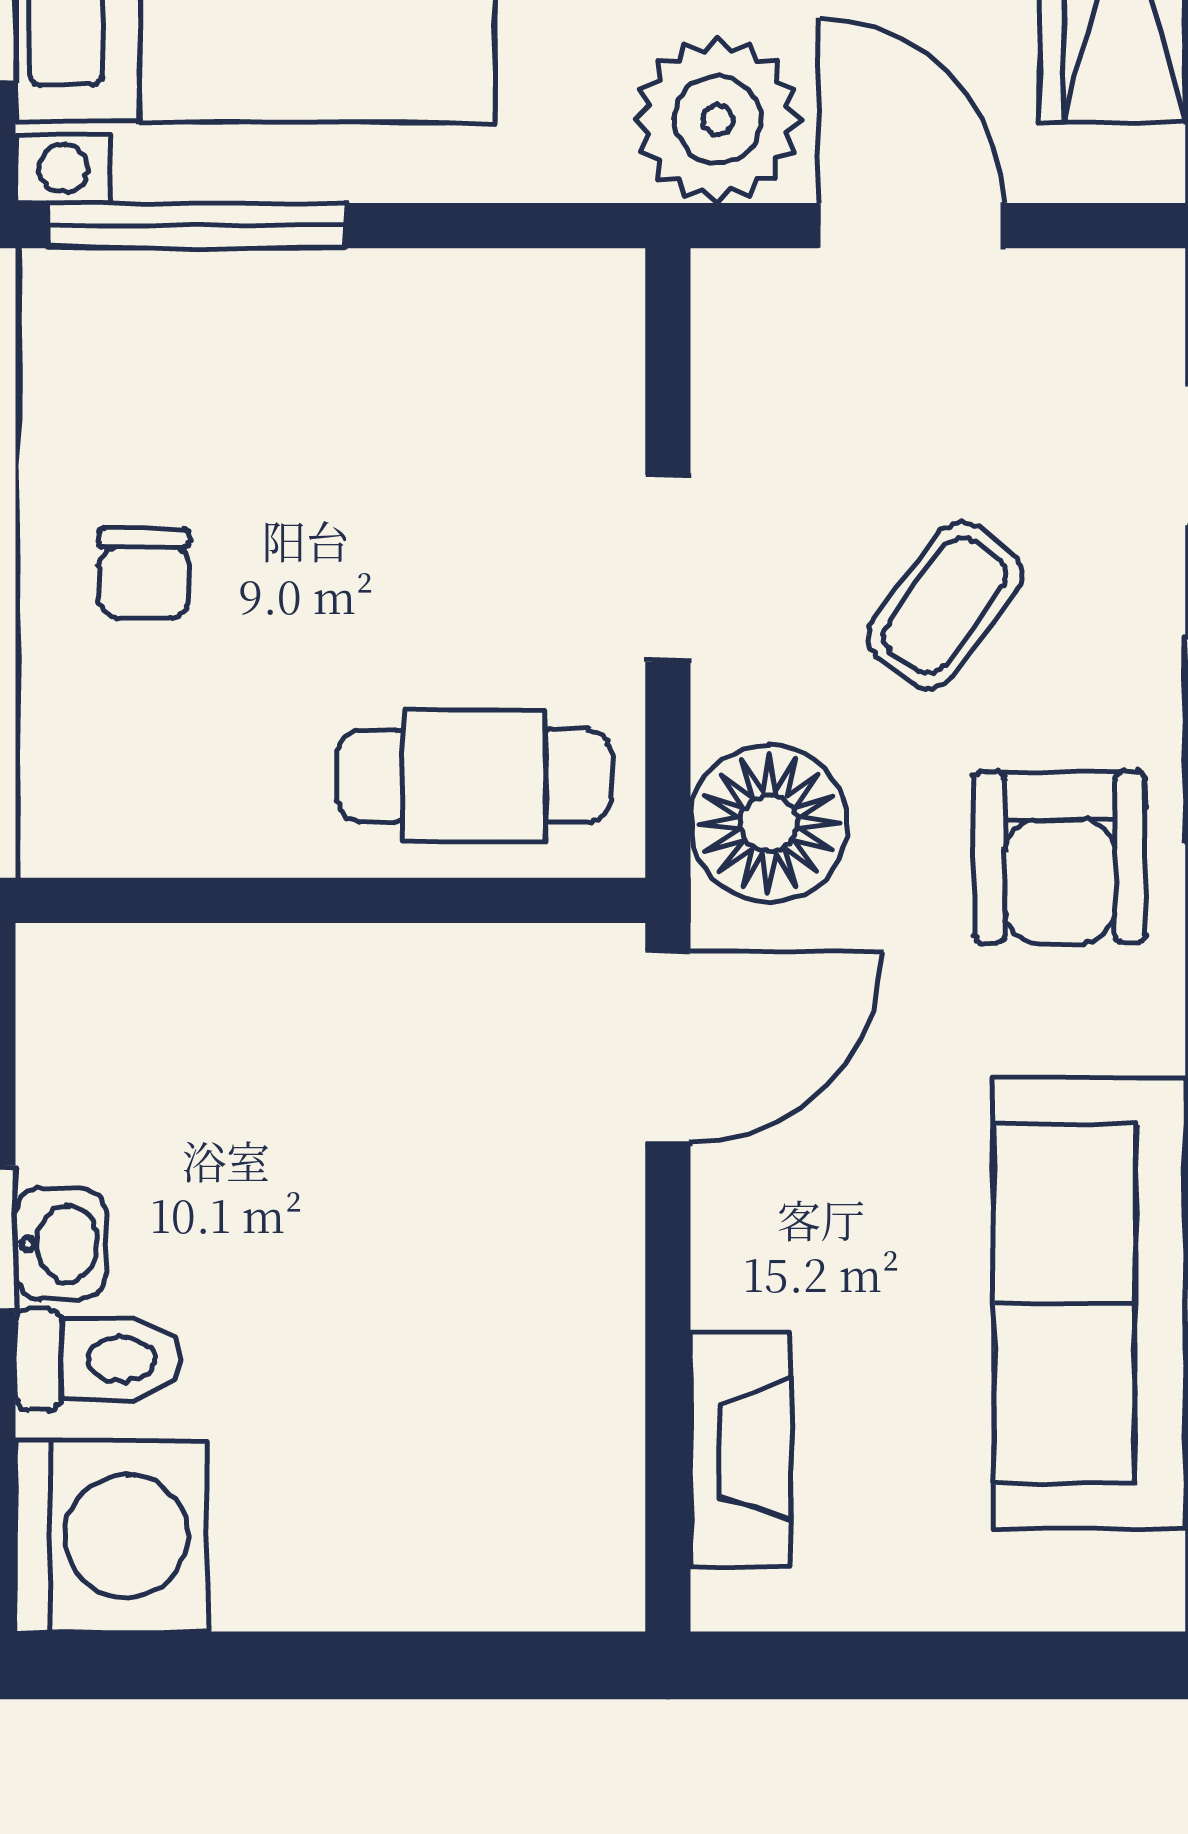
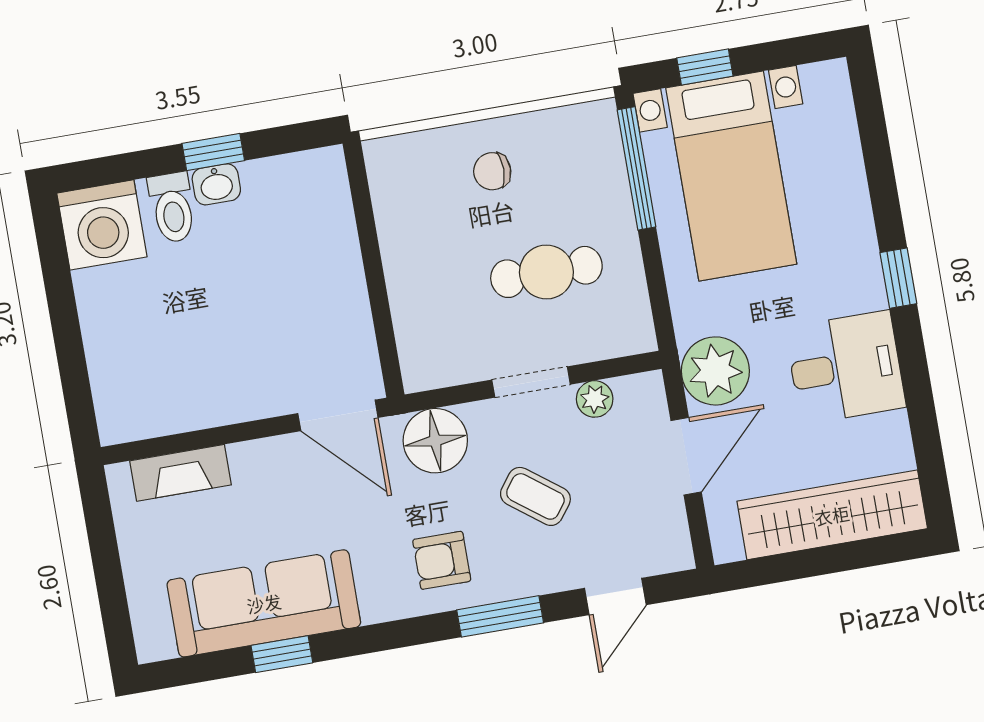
plant: (735, 422) -> (595, 399), added
cafe table: (474, 776) -> (546, 272), moved, turned 90
armchair: (1060, 857) -> (442, 560), width x0.72, depth x0.72

